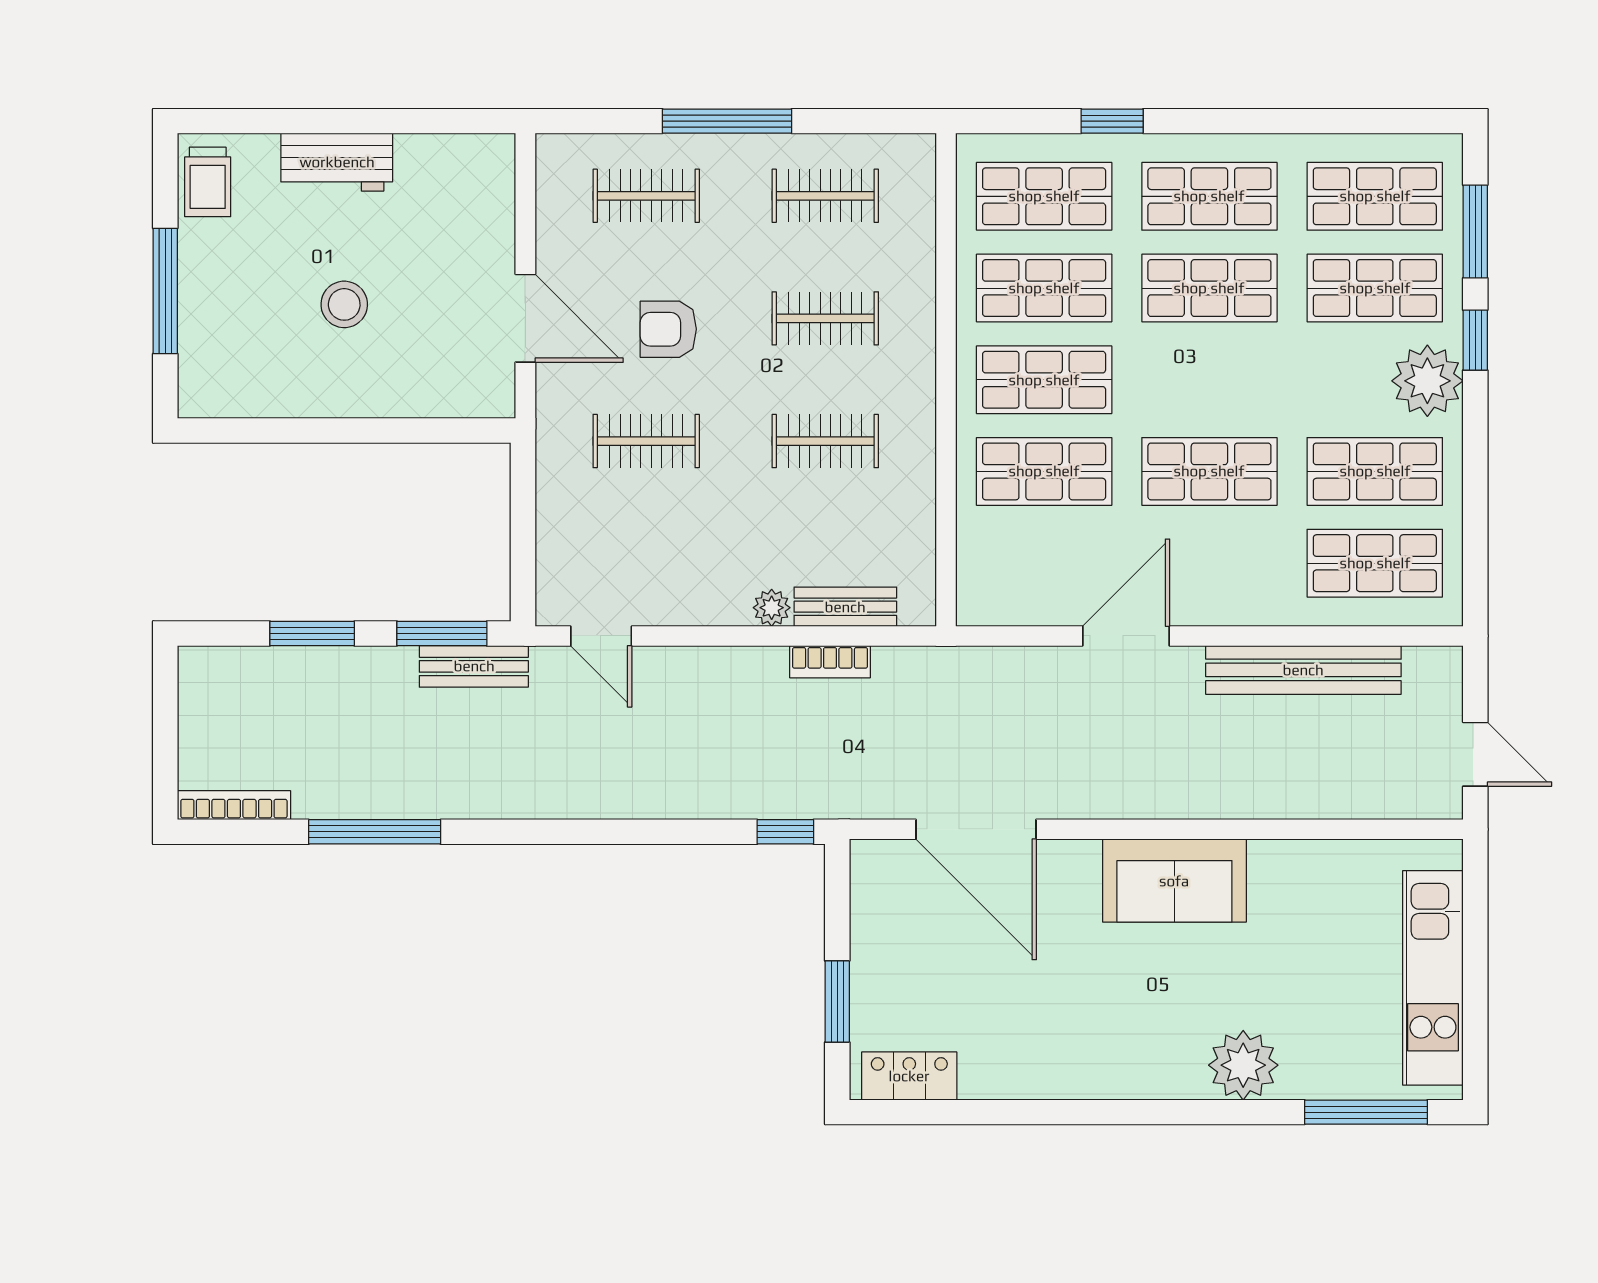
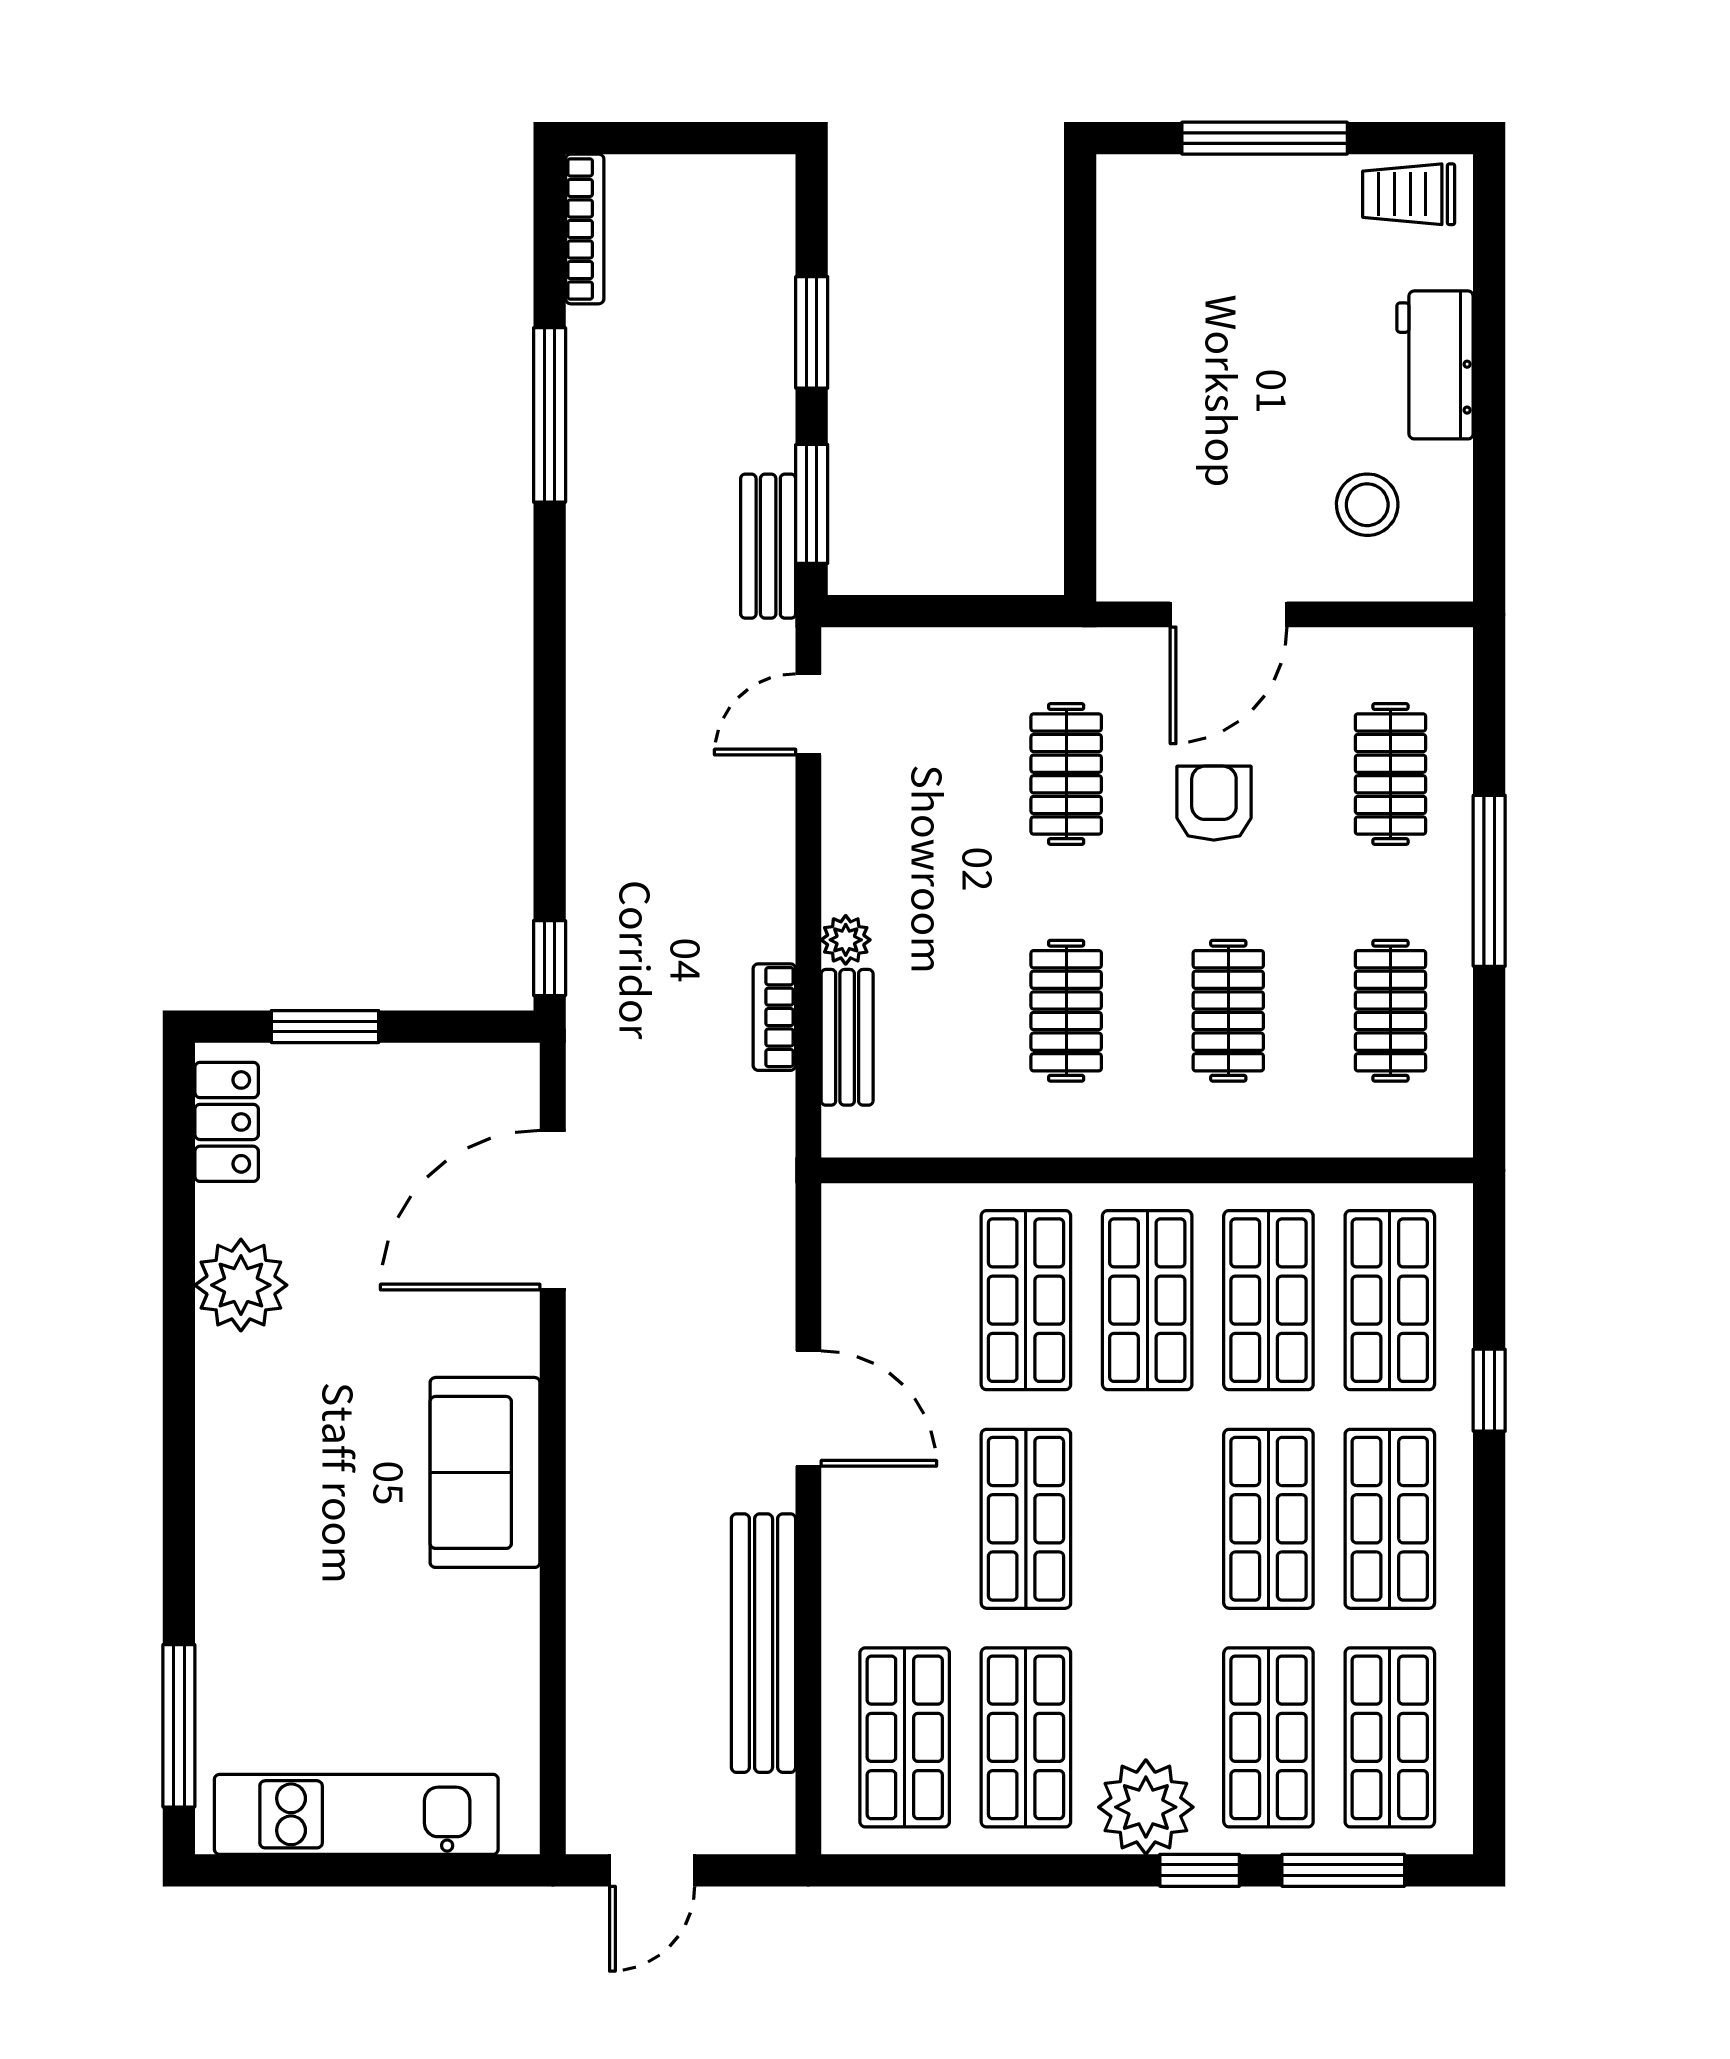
stool: (344, 304) -> (1367, 505), moved
plant: (1243, 1065) -> (241, 1285), moved

